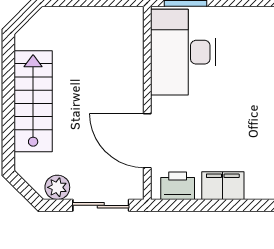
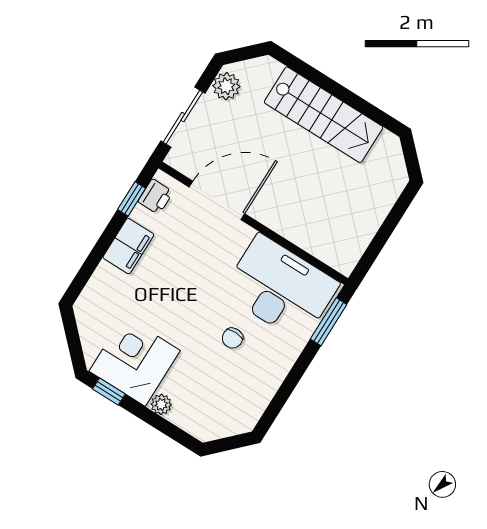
chair: (243, 65) -> (232, 338), added
printer: (178, 186) -> (156, 197), width x0.73, depth x0.81
window: (186, 205) -> (132, 199), added

